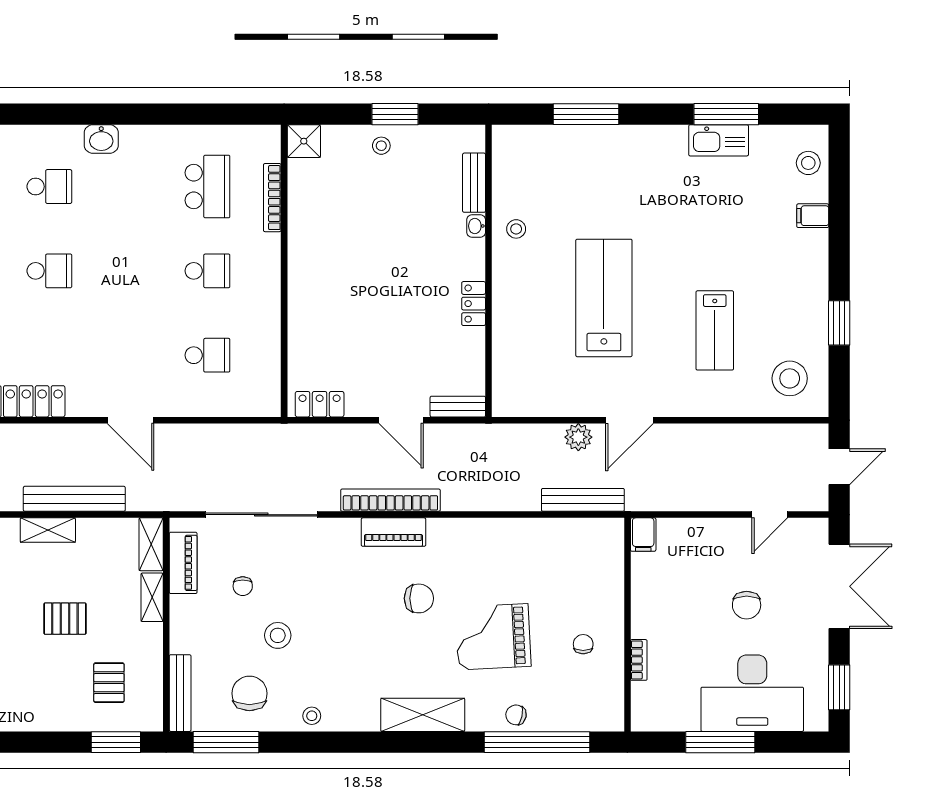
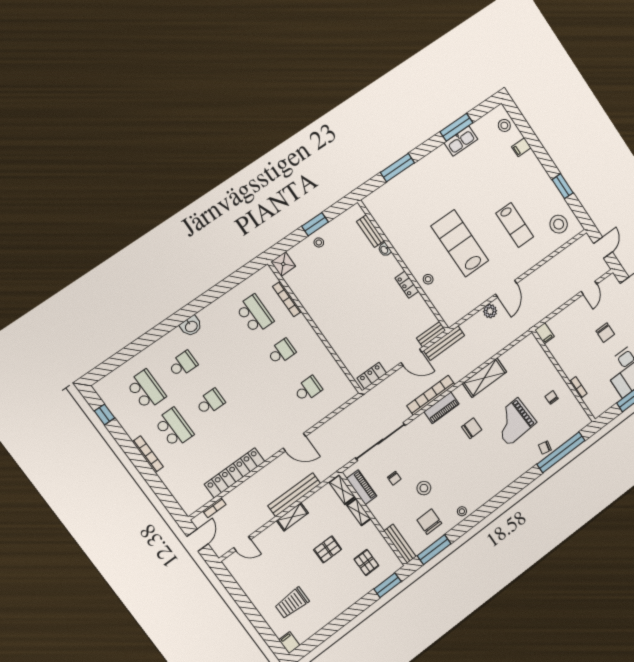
stool: (516, 229) -> (428, 279), moved
bench: (583, 500) -> (444, 343), moved
shelving: (423, 715) -> (485, 378), moved

